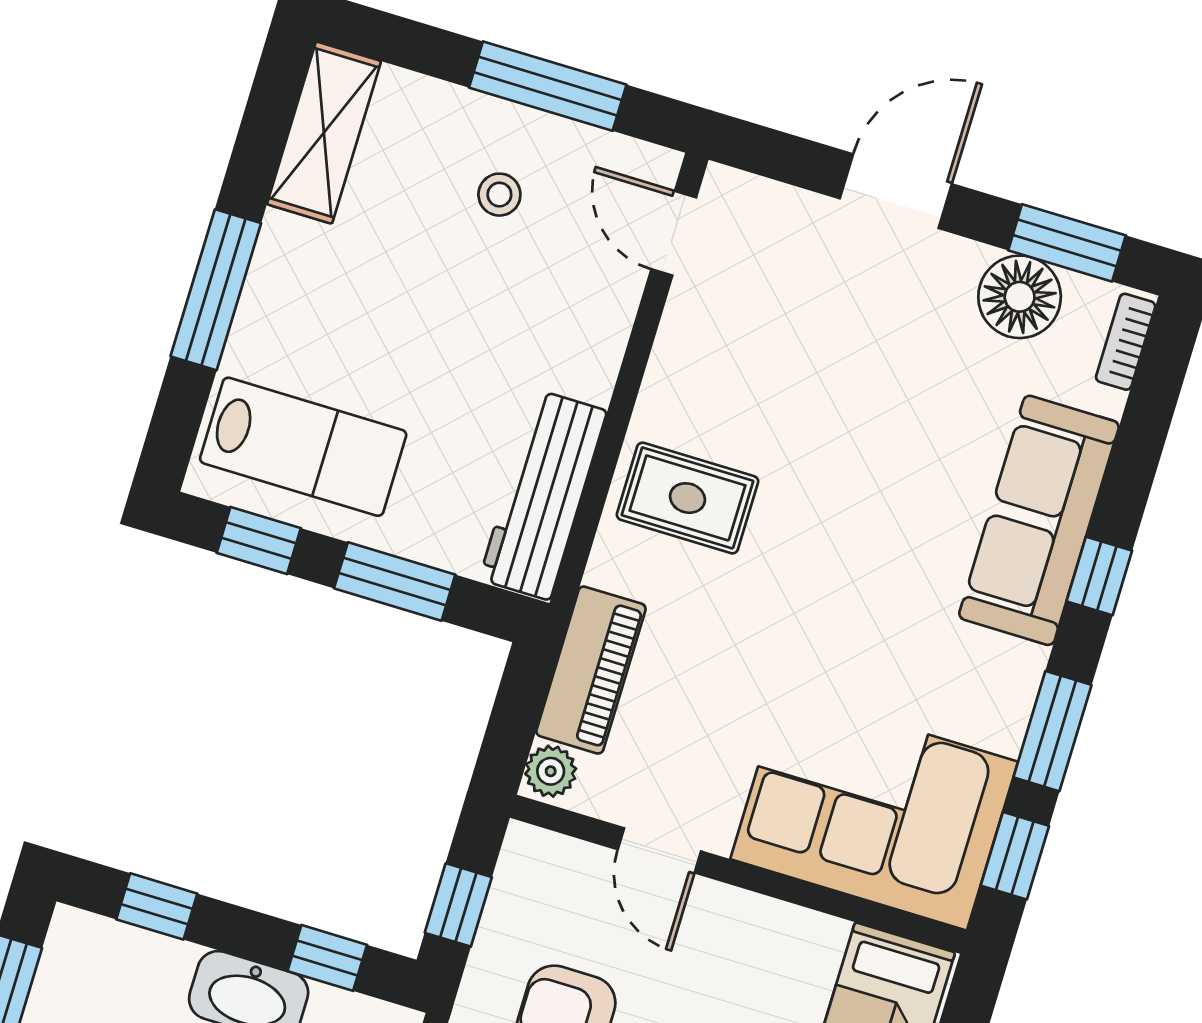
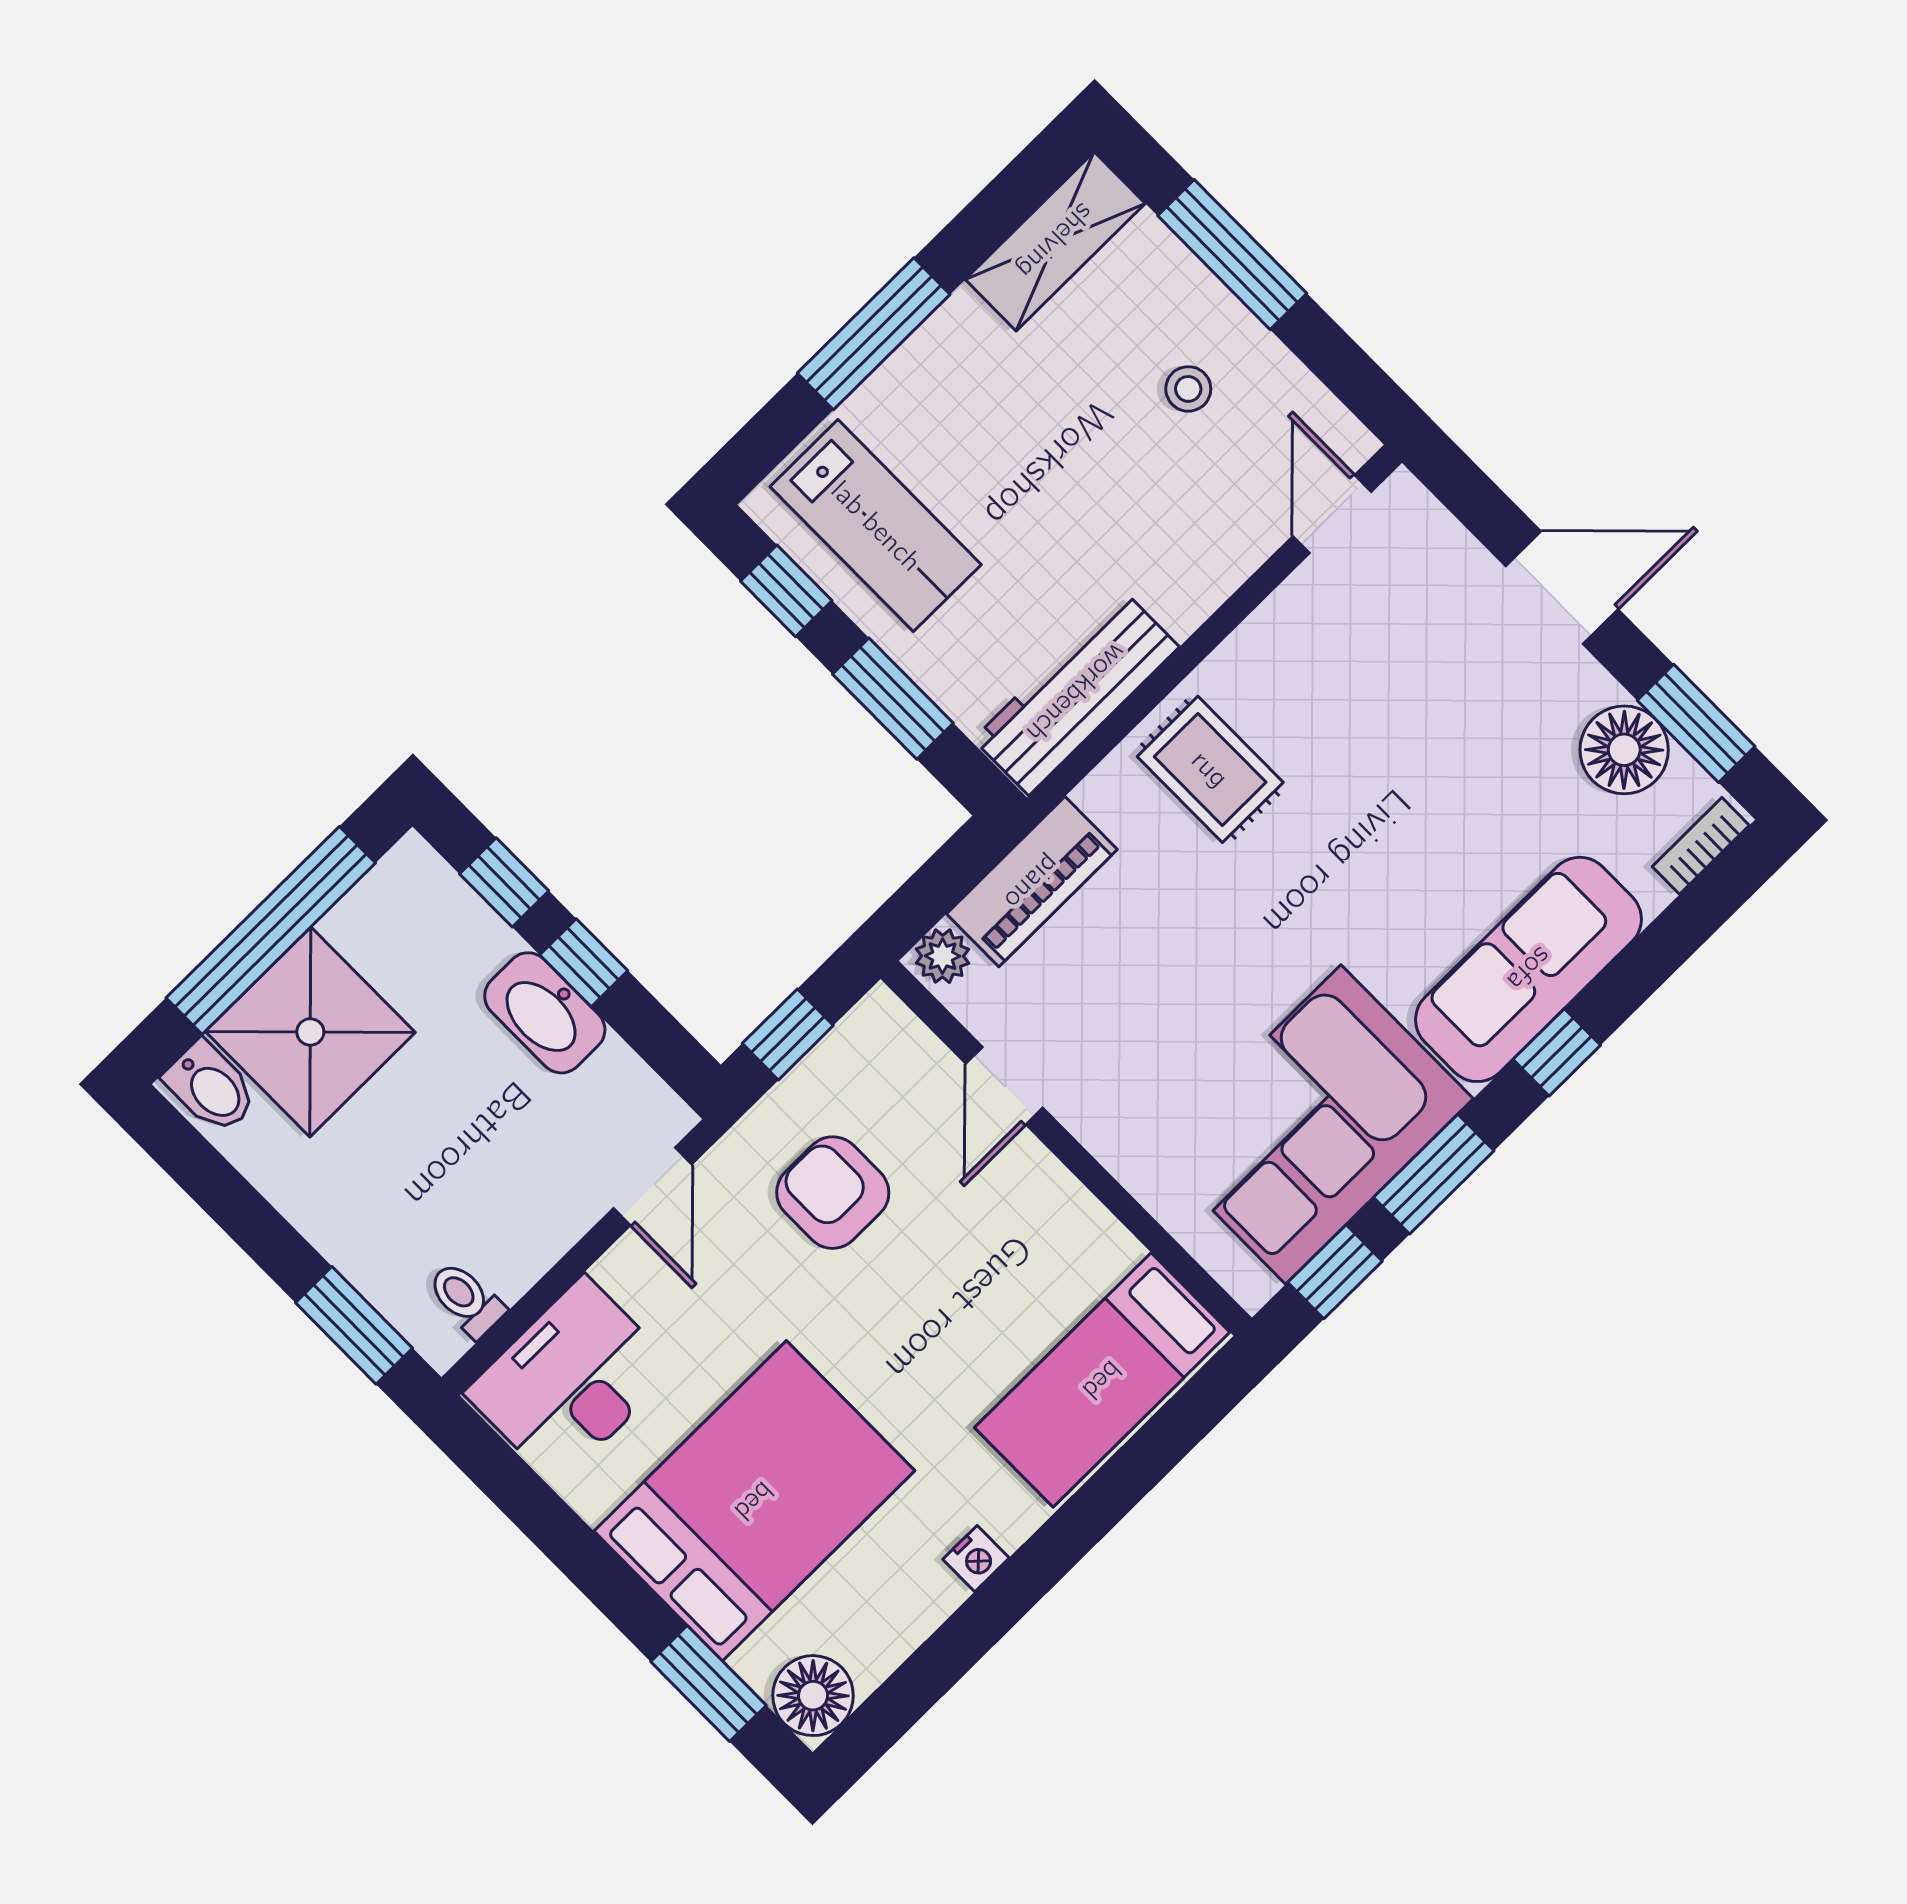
window: (548, 86) -> (1232, 255), moved
corner sofa: (874, 810) -> (1313, 1124), moved, turned -90
window: (327, 958) -> (584, 963), moved

